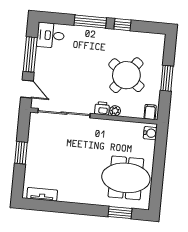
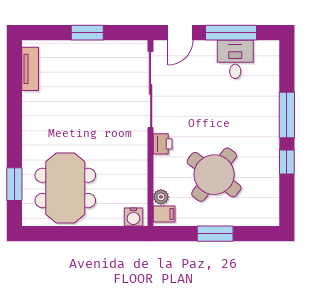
desk: (51, 35) -> (235, 59), moved
plant: (115, 111) -> (161, 197), moved

